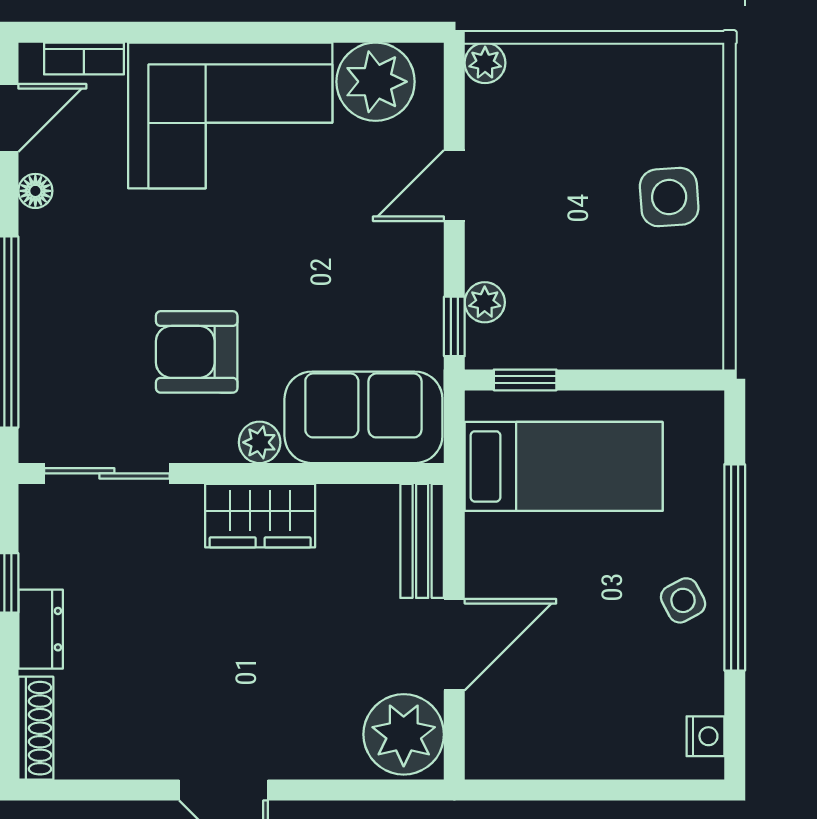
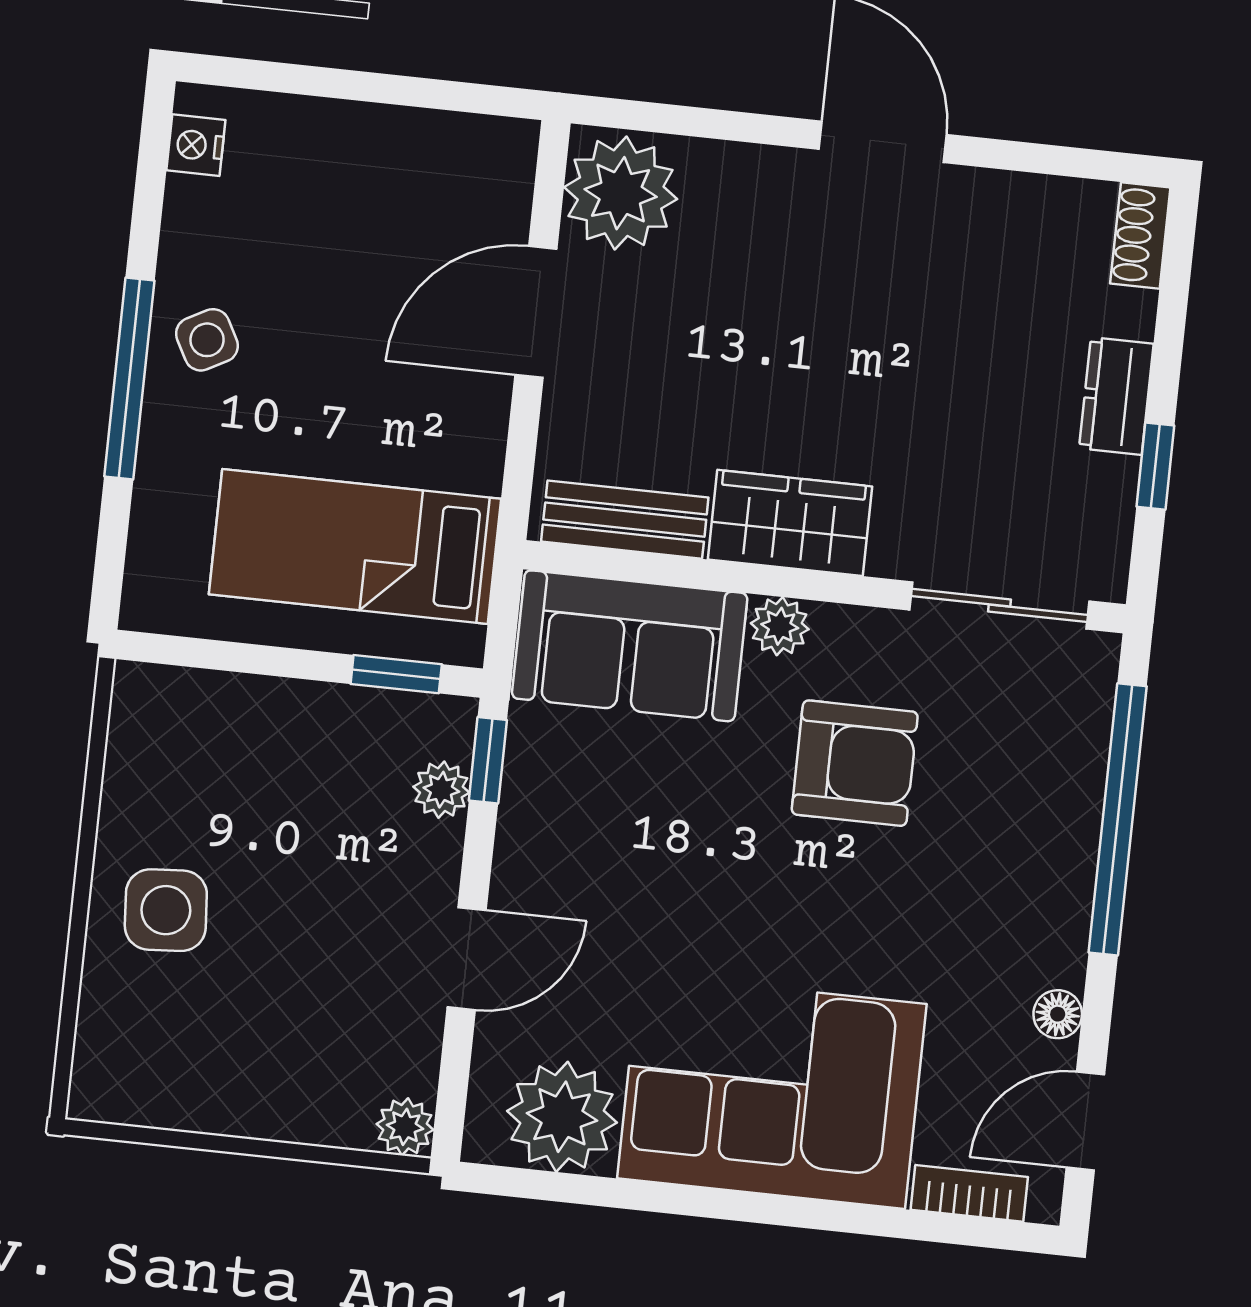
bench: (422, 541) -> (625, 520), moved, turned 90
window: (735, 567) -> (129, 378), width x0.68
shoe rack: (36, 728) -> (1140, 236), width x0.70

